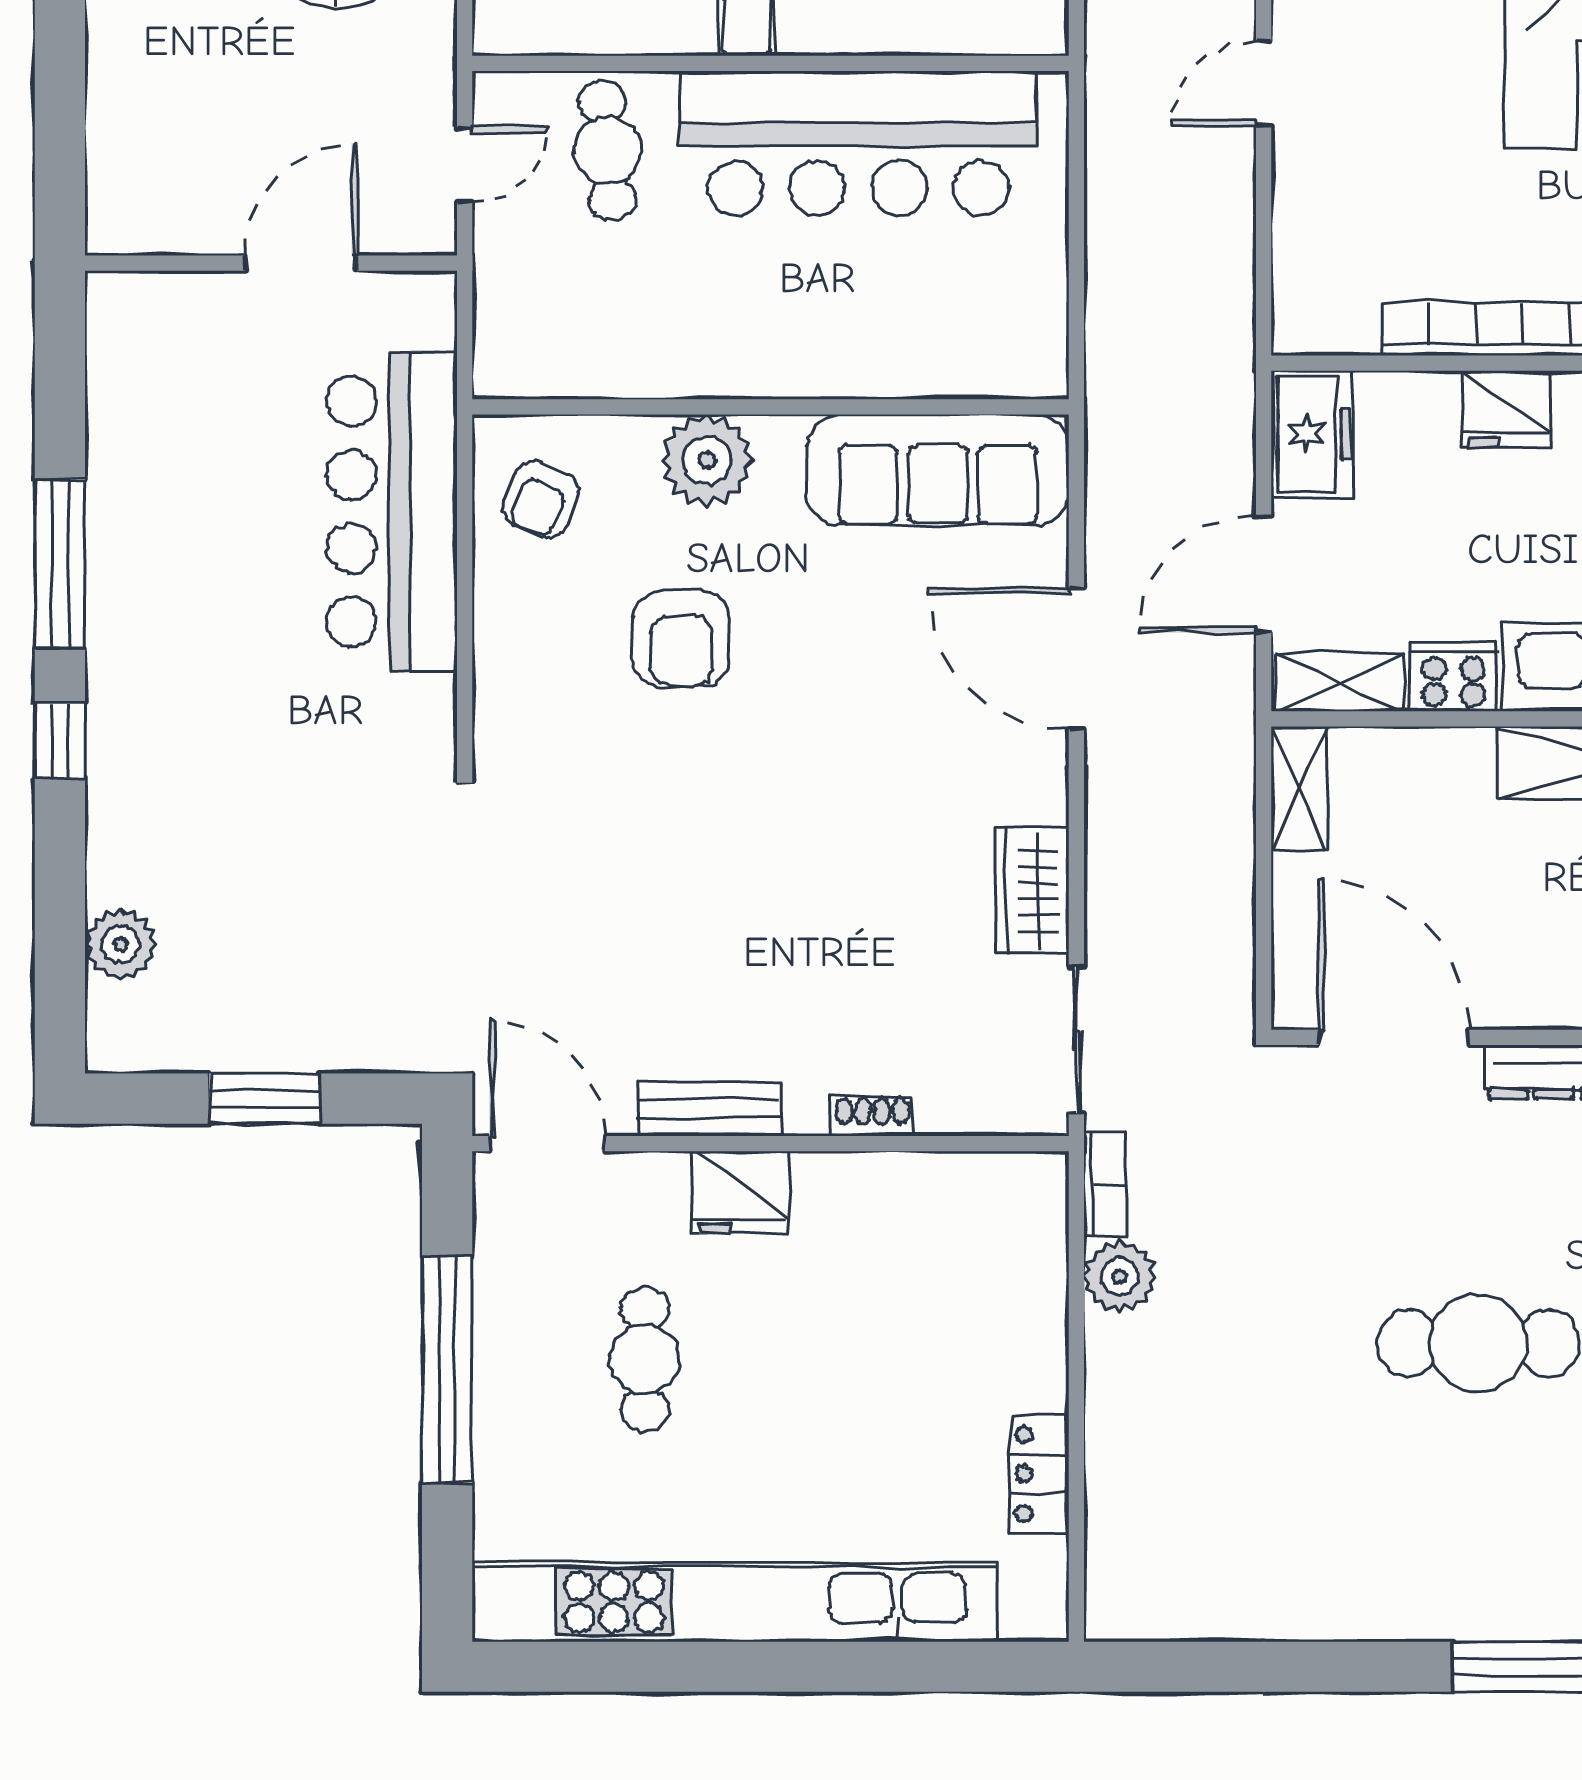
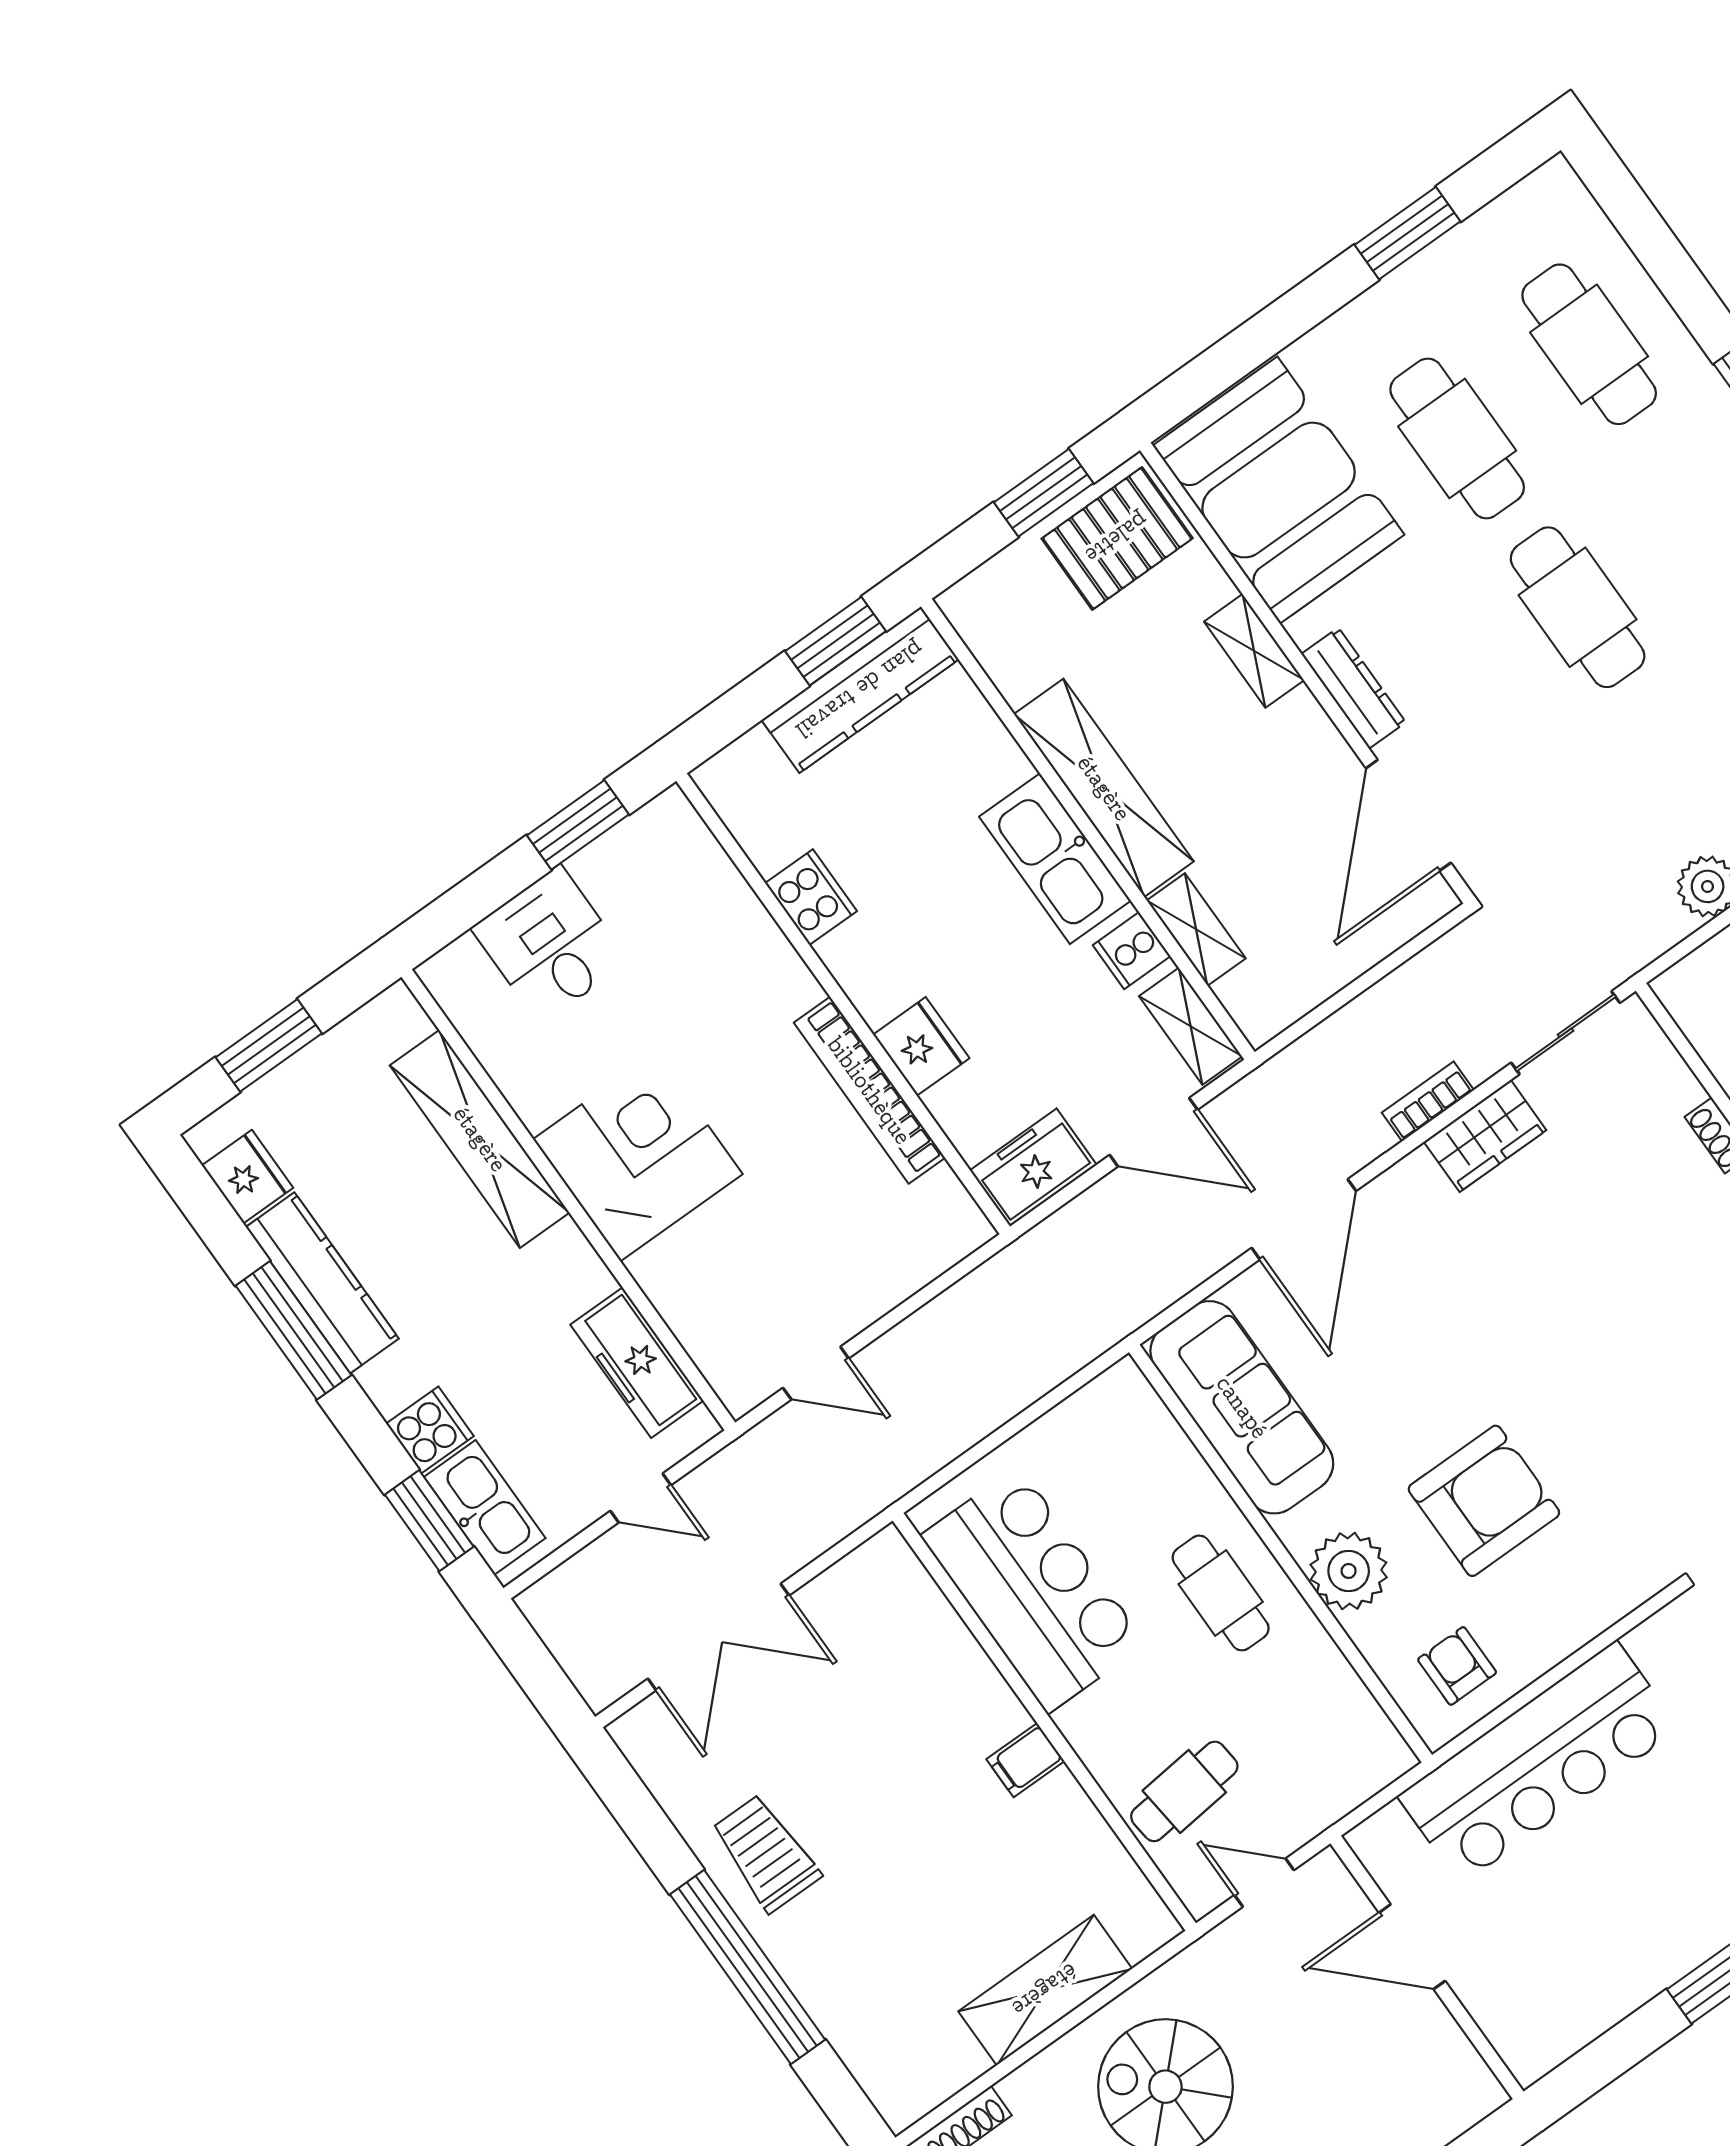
bar counter: (858, 143) -> (1033, 1590), width x0.73
cafe table: (774, 322) -> (1221, 1593), added
armchair: (541, 500) -> (1457, 1666), turned -113
armchair: (681, 639) -> (1484, 1501), width x1.36, depth x1.36
cooker: (1454, 678) -> (1132, 951), width x0.73
shelving: (1299, 789) -> (1196, 929), moved, turned 90
bookcase: (1105, 1183) -> (1428, 1101), moved

